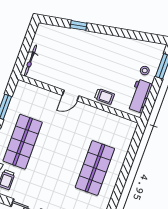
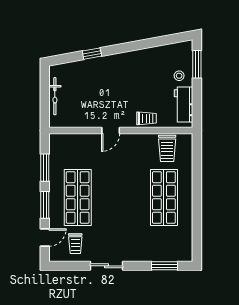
bicycle: (31, 61) -> (55, 96), moved
trolley: (113, 128) -> (167, 148), added

